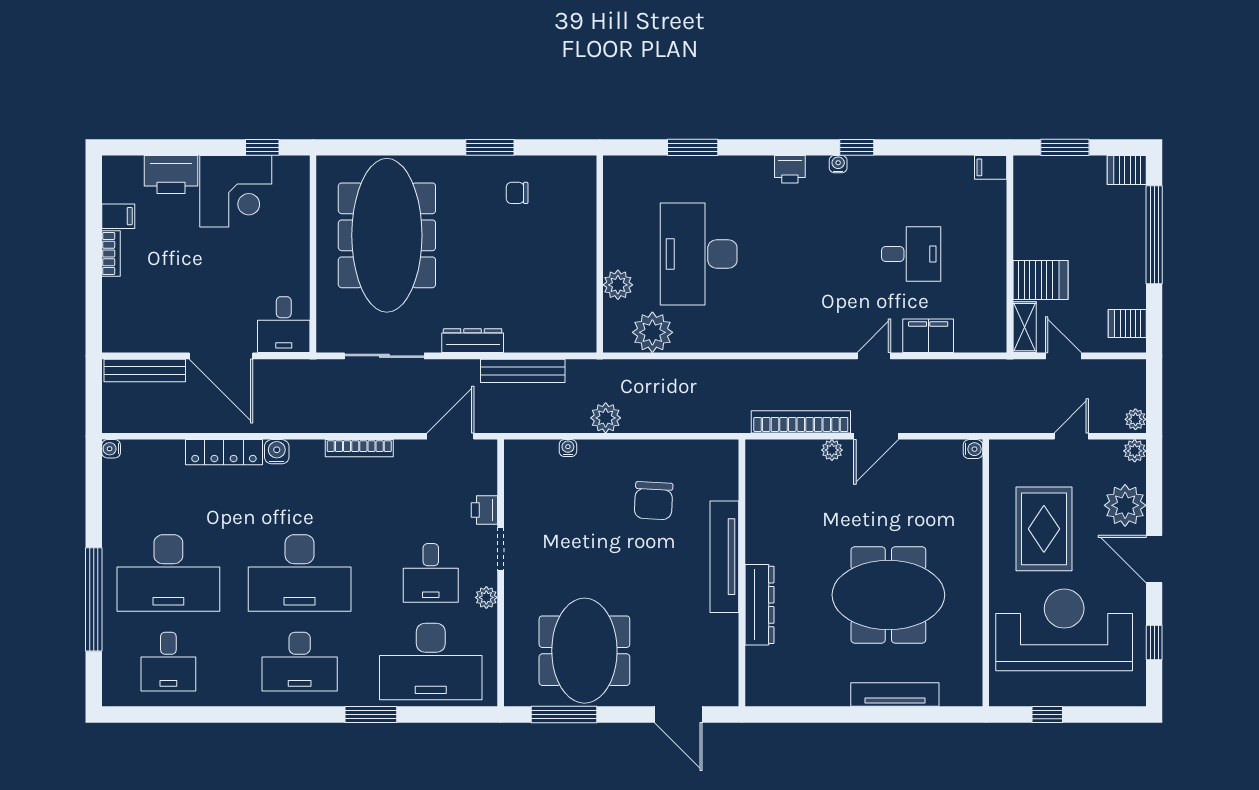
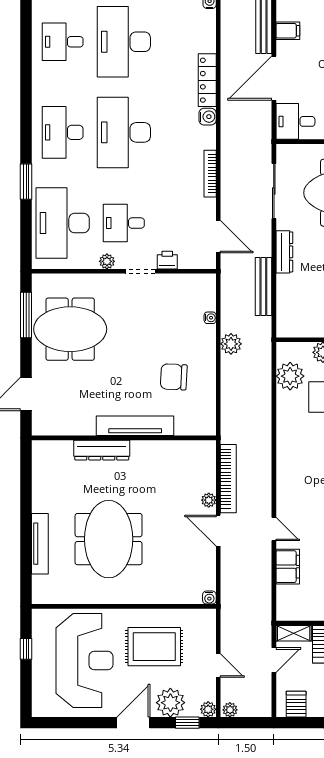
filing cabinet: (152, 336) -> (288, 31), added
window: (1154, 642) -> (187, 723), moved

